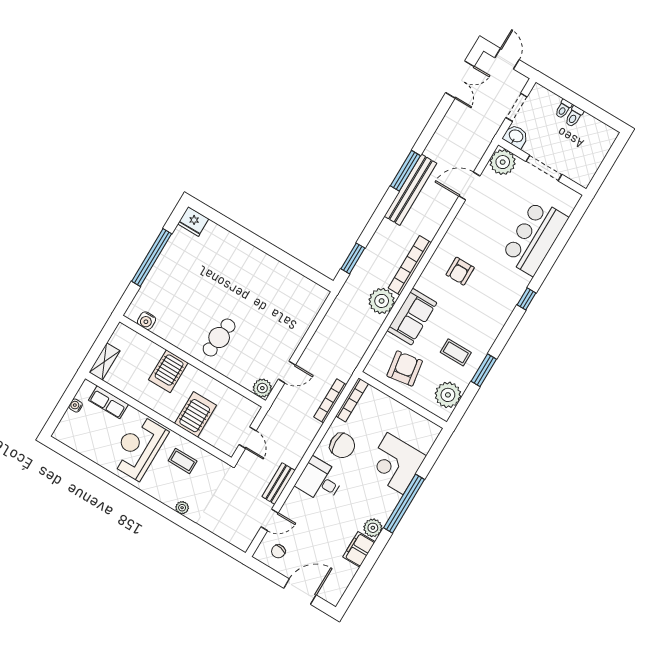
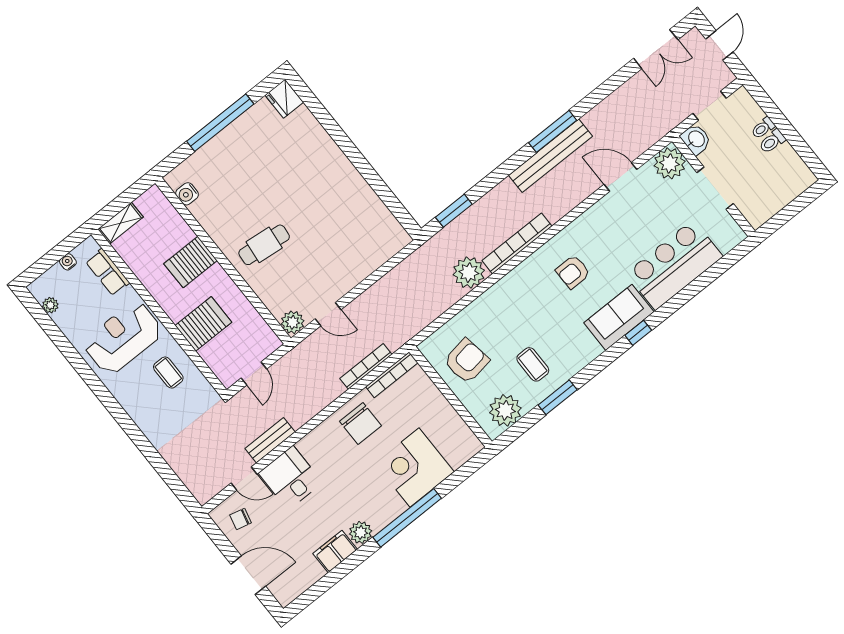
sofa: (412, 317) -> (619, 317), moved, turned 180
desk: (320, 481) -> (290, 478), moved
plant: (182, 508) -> (50, 305), moved

